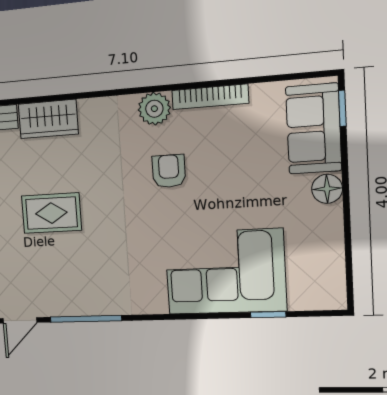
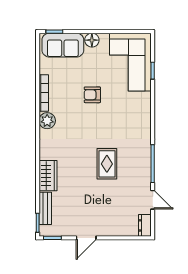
armchair: (169, 171) -> (92, 95), moved
rug: (51, 213) -> (107, 164), moved
corner sofa: (225, 272) -> (130, 62), moved

